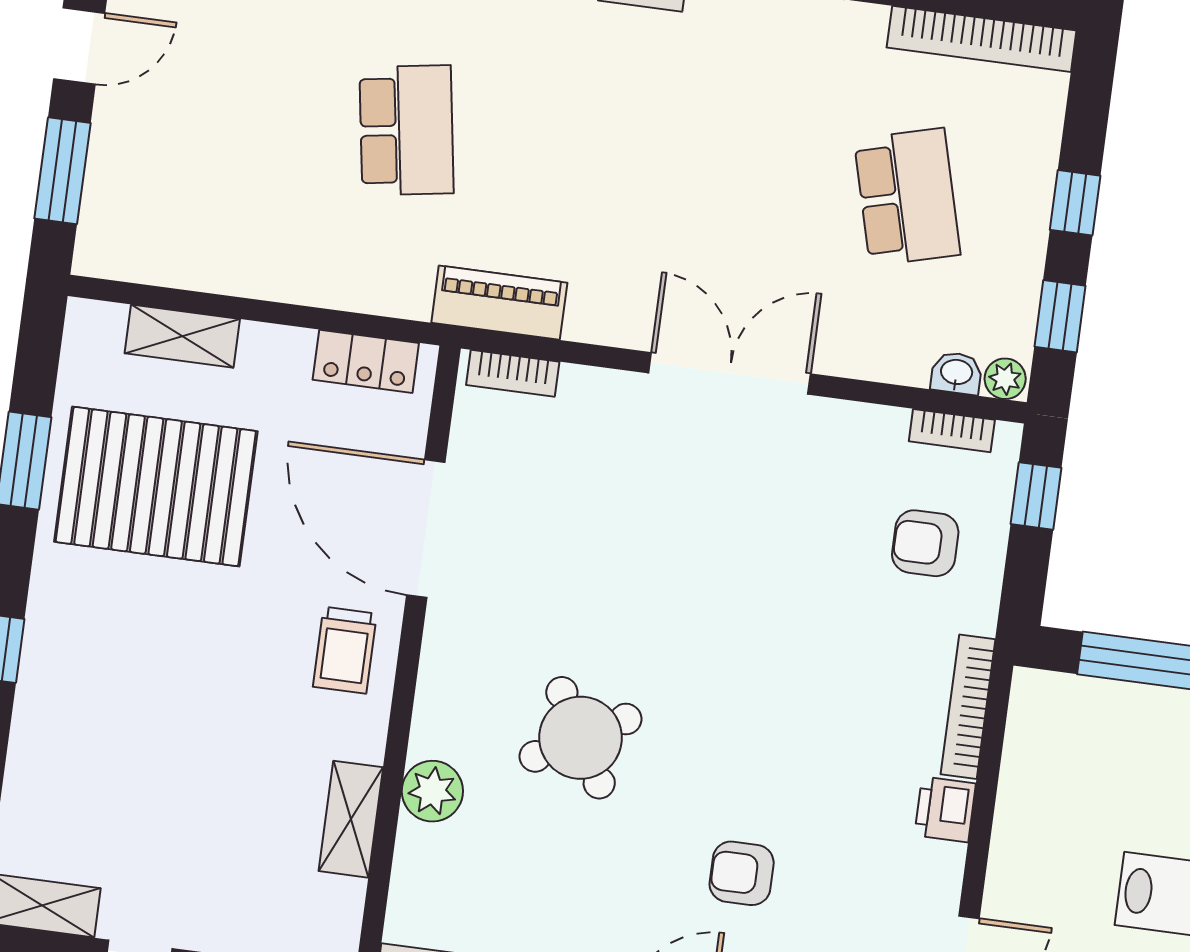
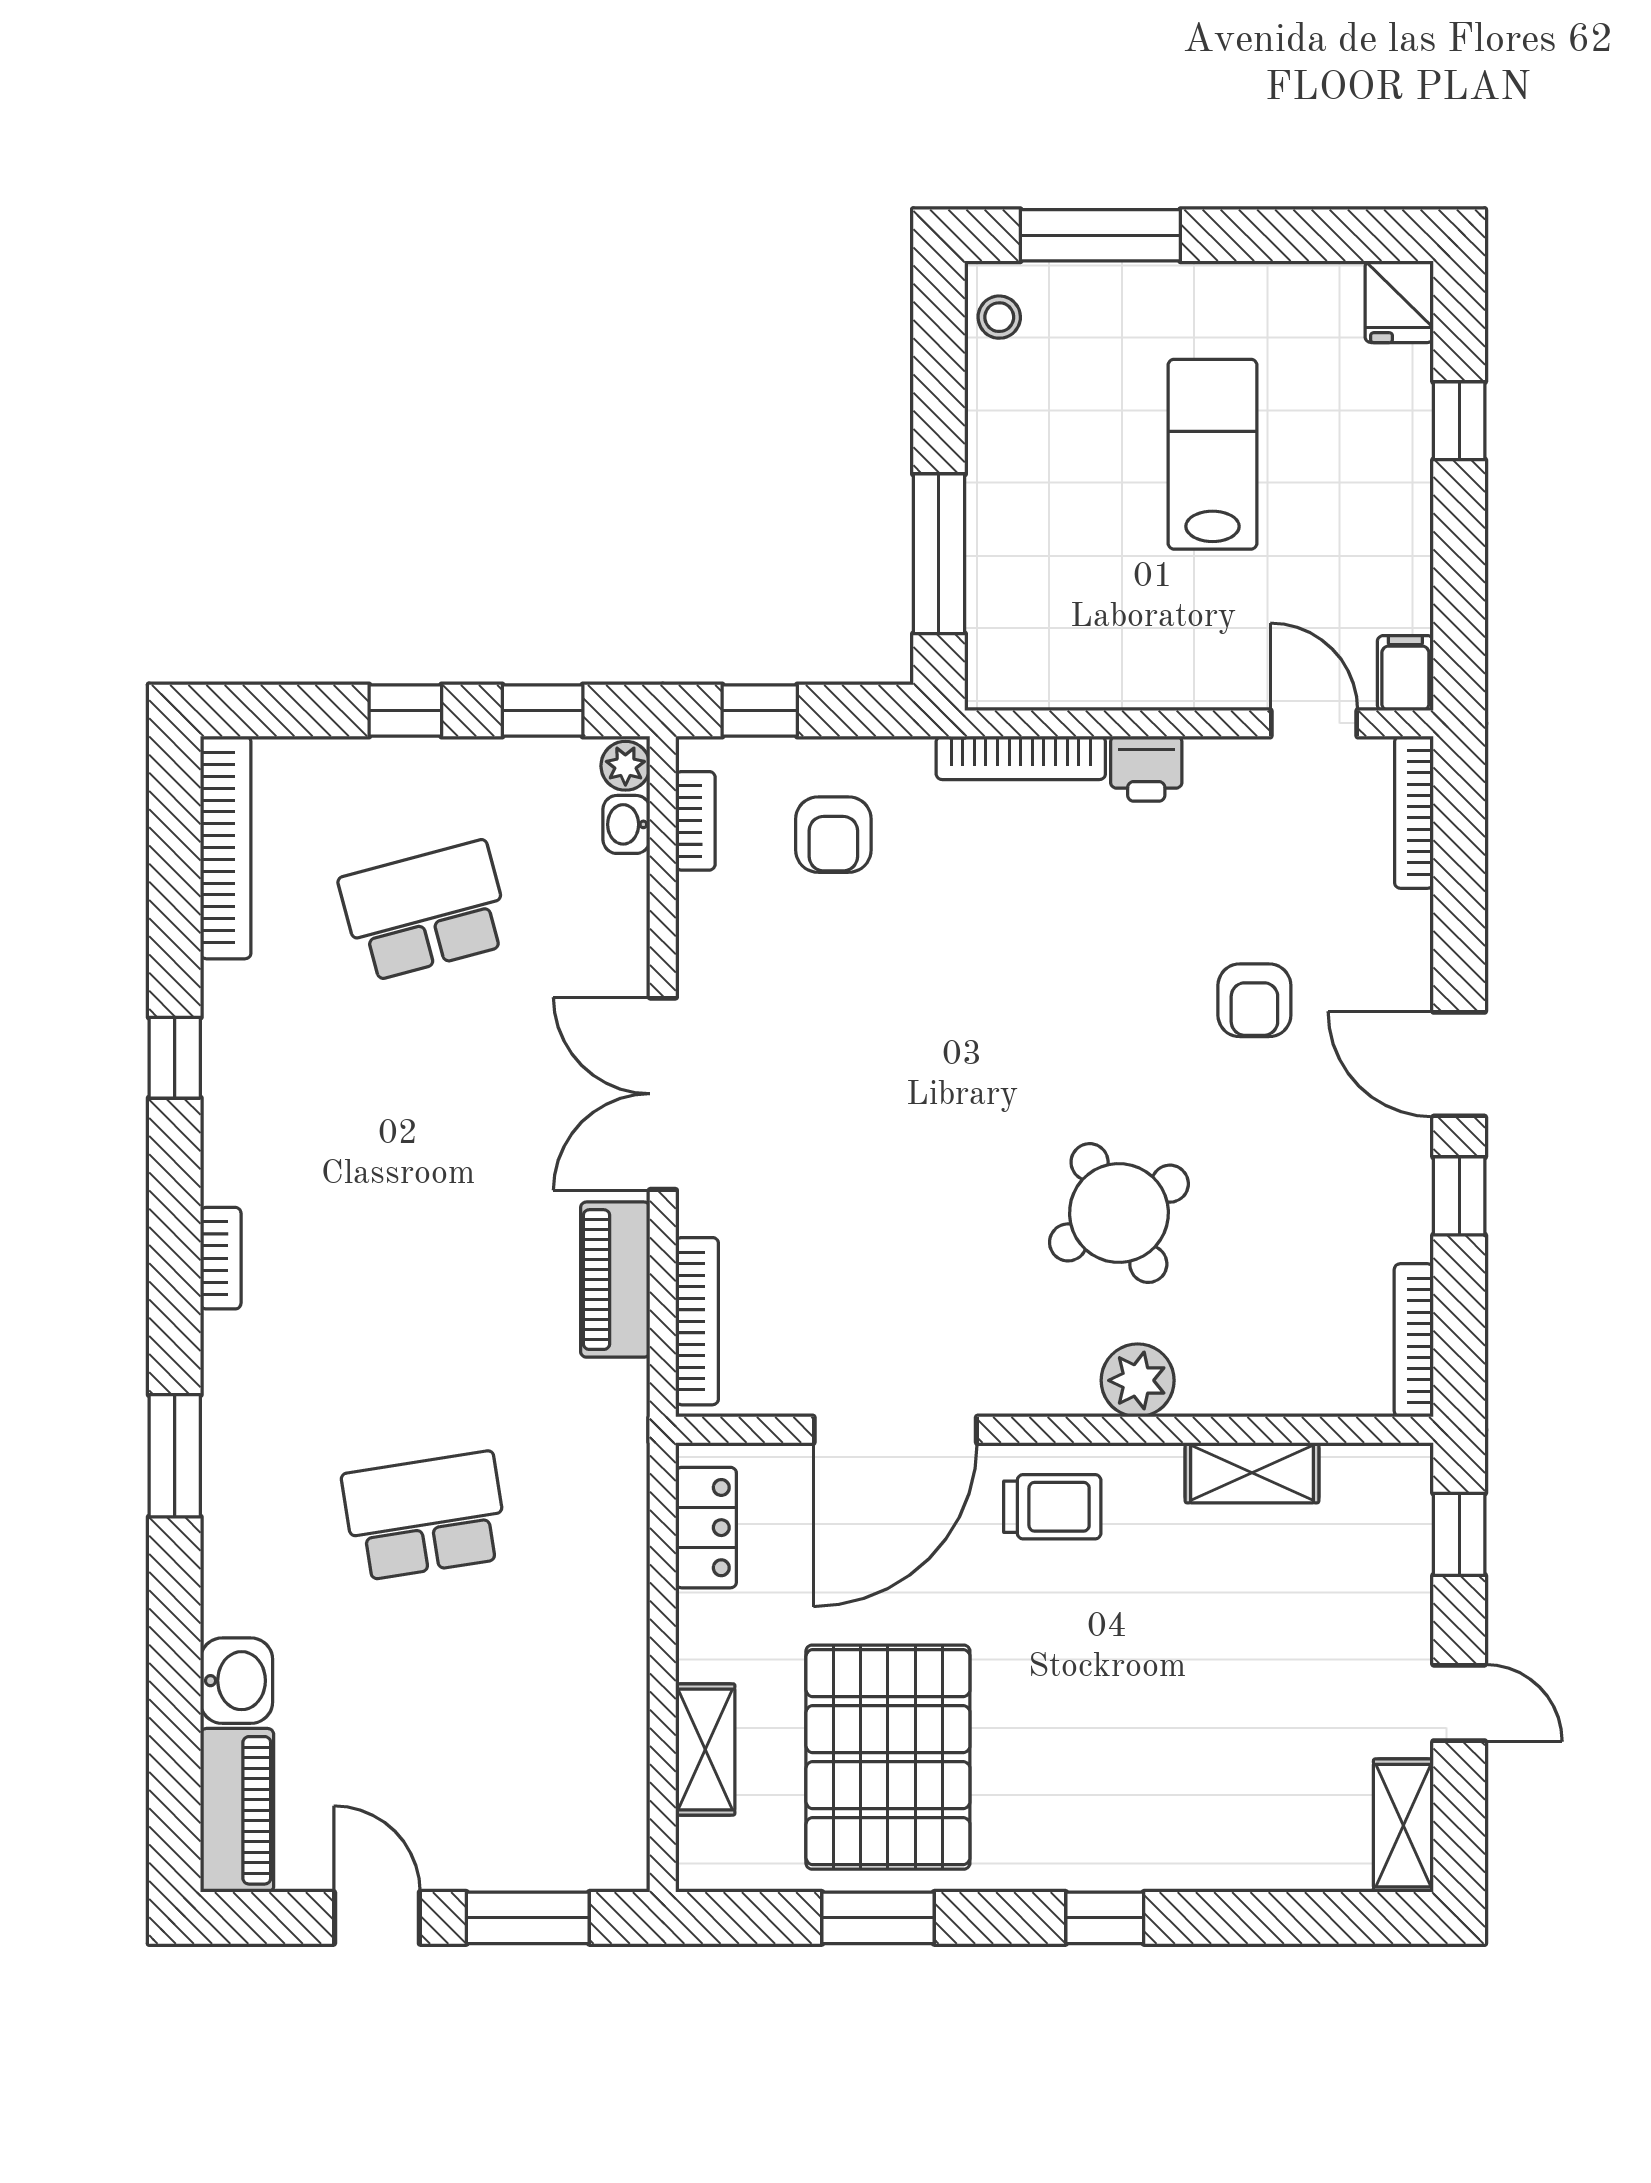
piano: (499, 303) -> (615, 1280), moved
bookcase: (513, 373) -> (697, 1321), width x1.56
plant: (432, 791) -> (1138, 1380), moved

